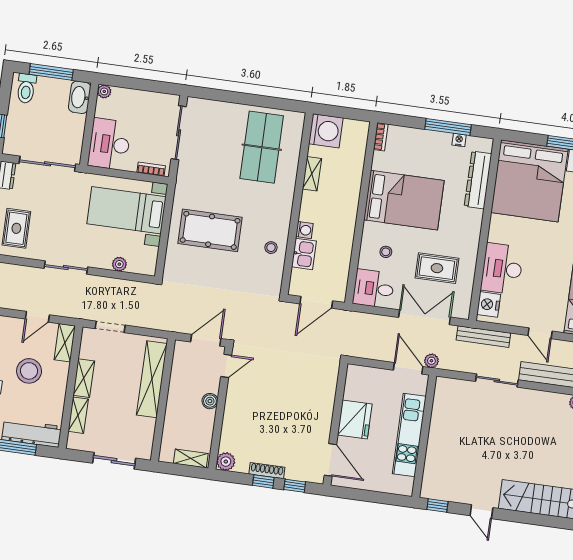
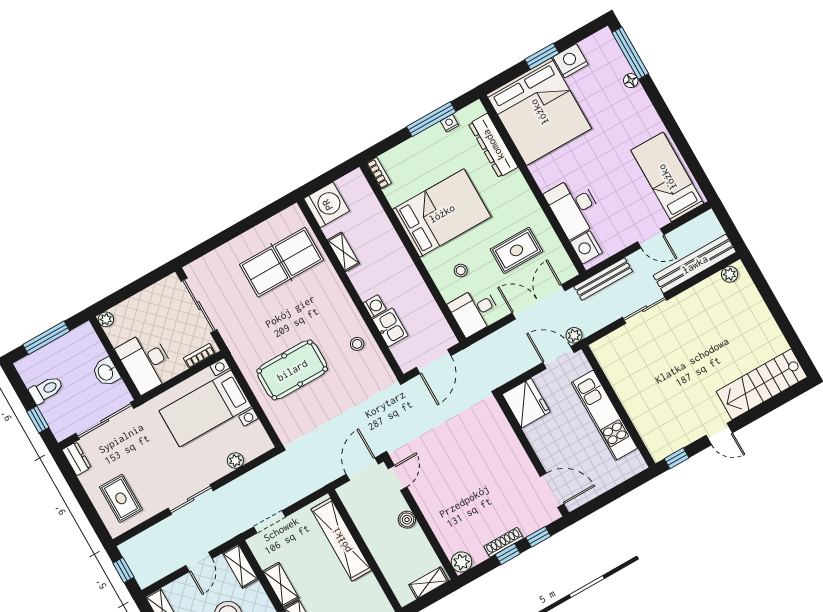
toilet: (26, 88) -> (46, 390), moved, turned -90
washbasin: (80, 97) -> (106, 372), moved, width x0.72
table tennis table: (262, 147) -> (282, 262), turned 90
fridge: (355, 419) -> (526, 403), moved

